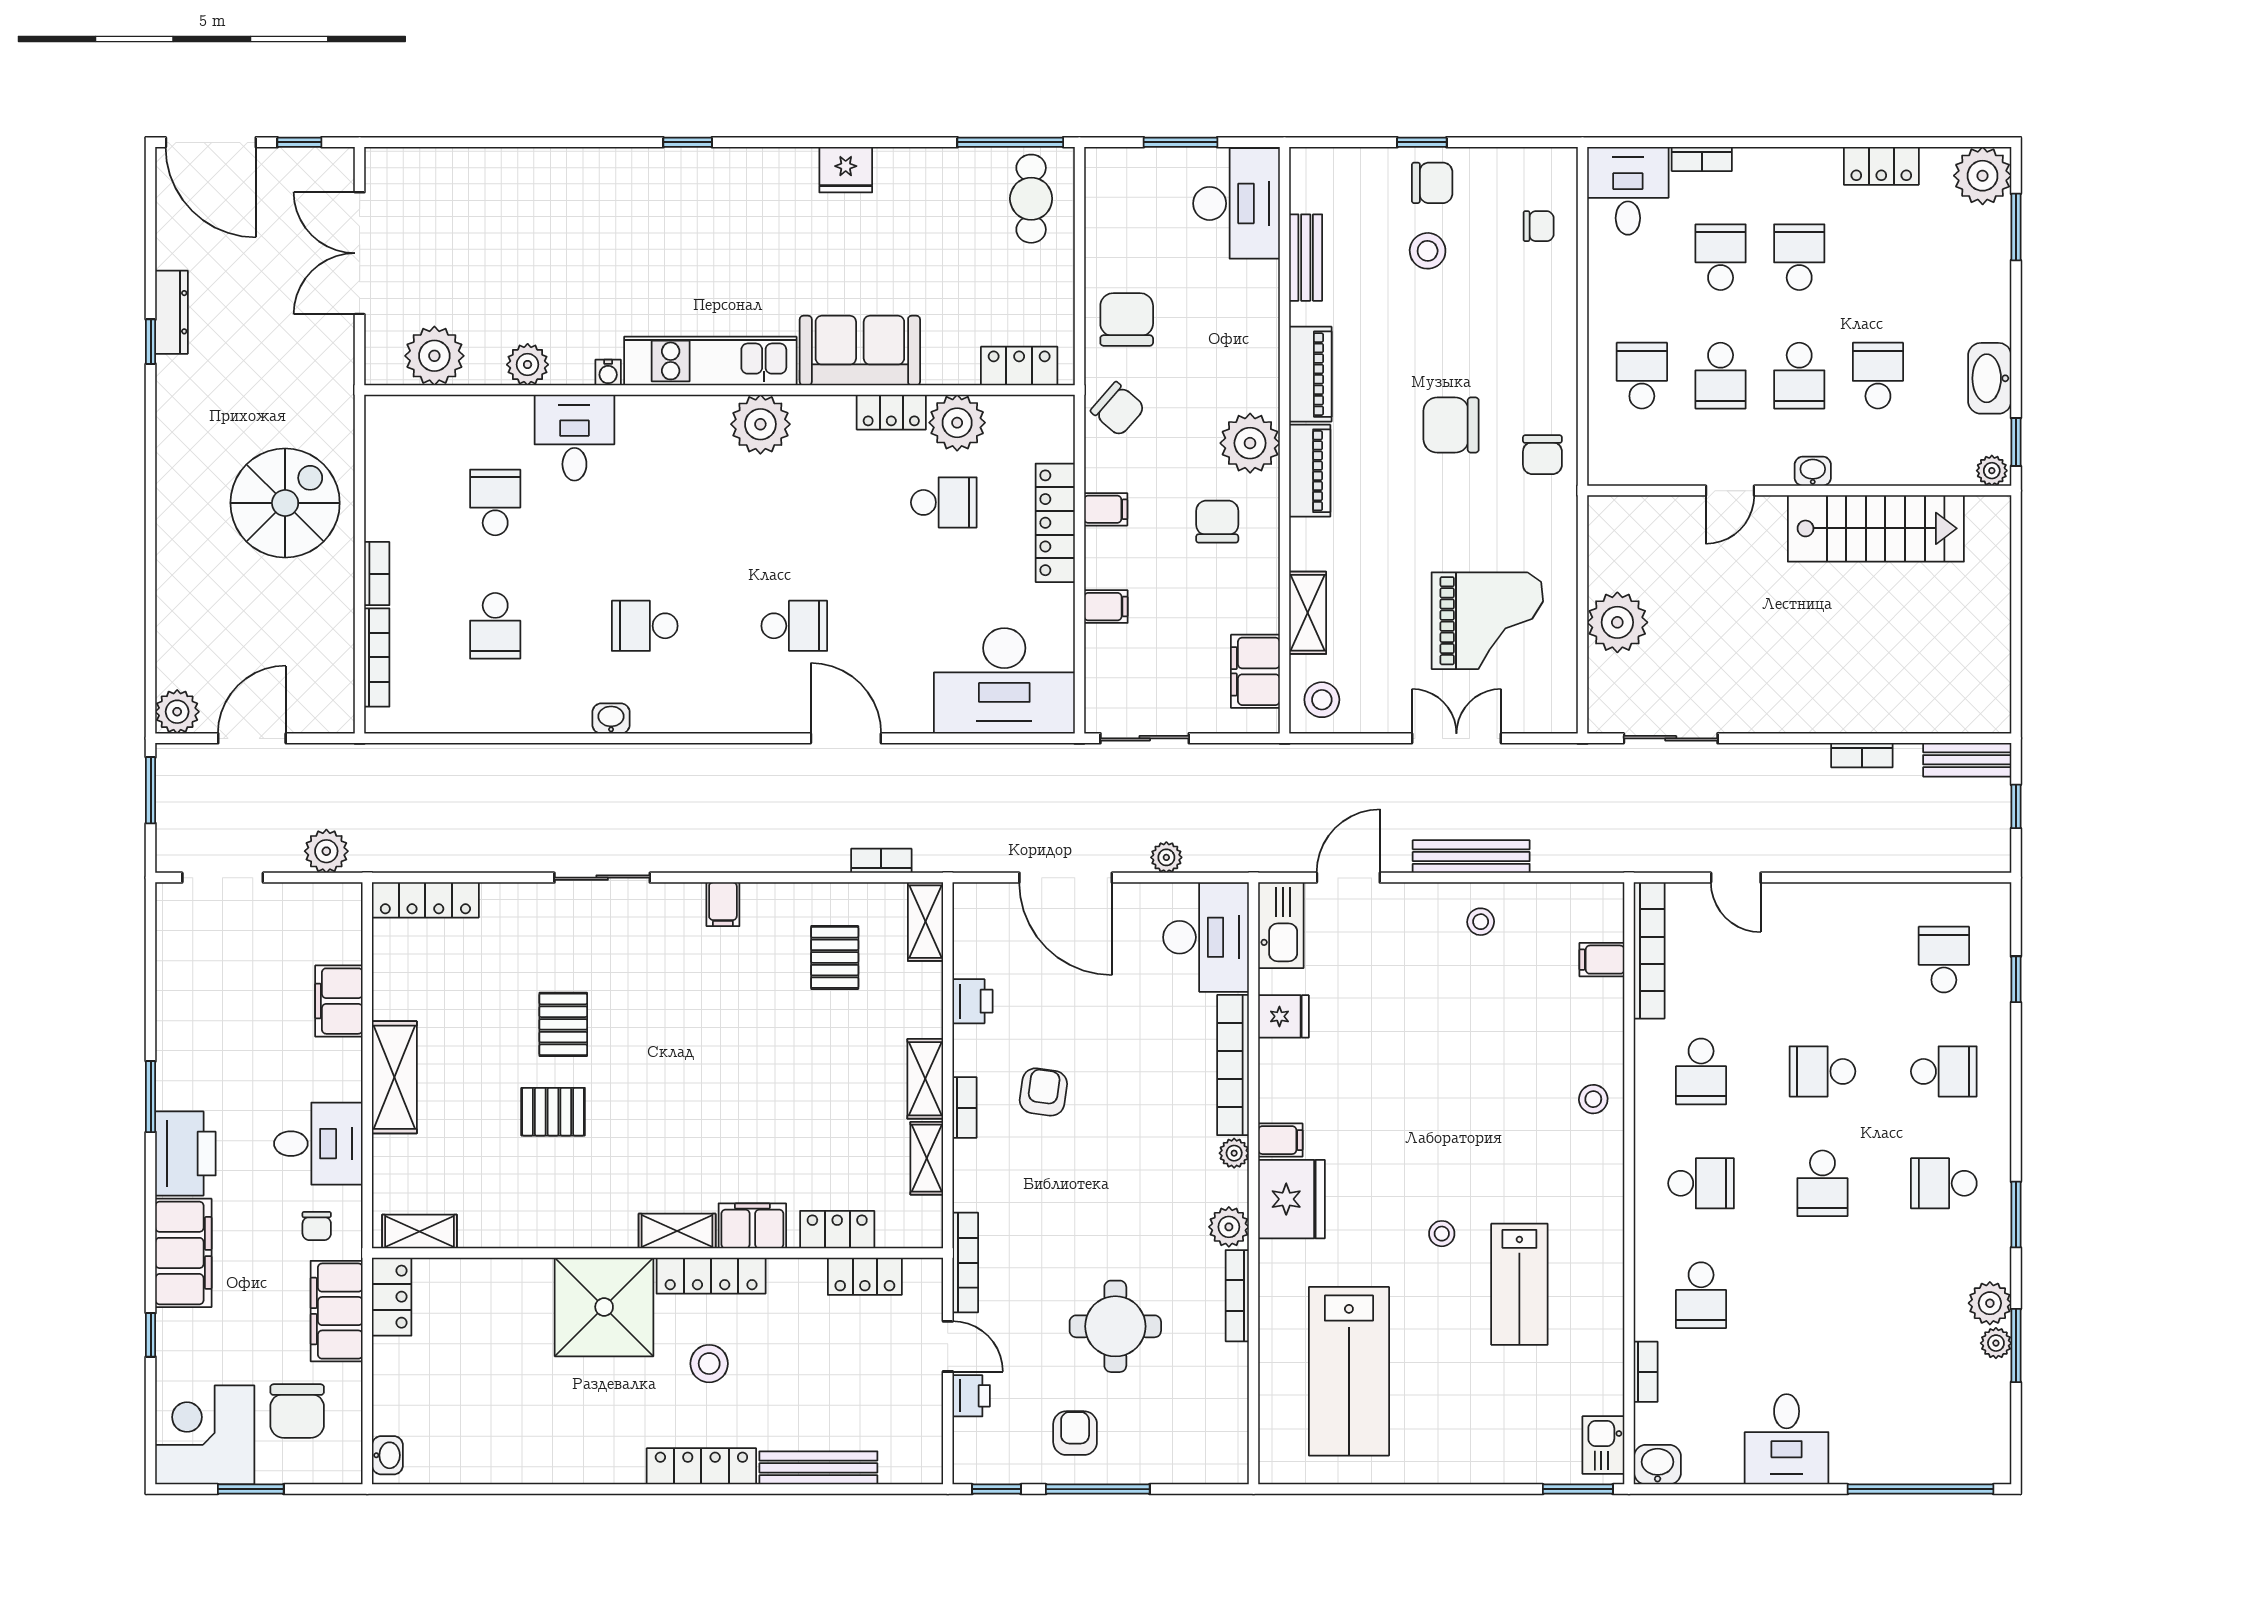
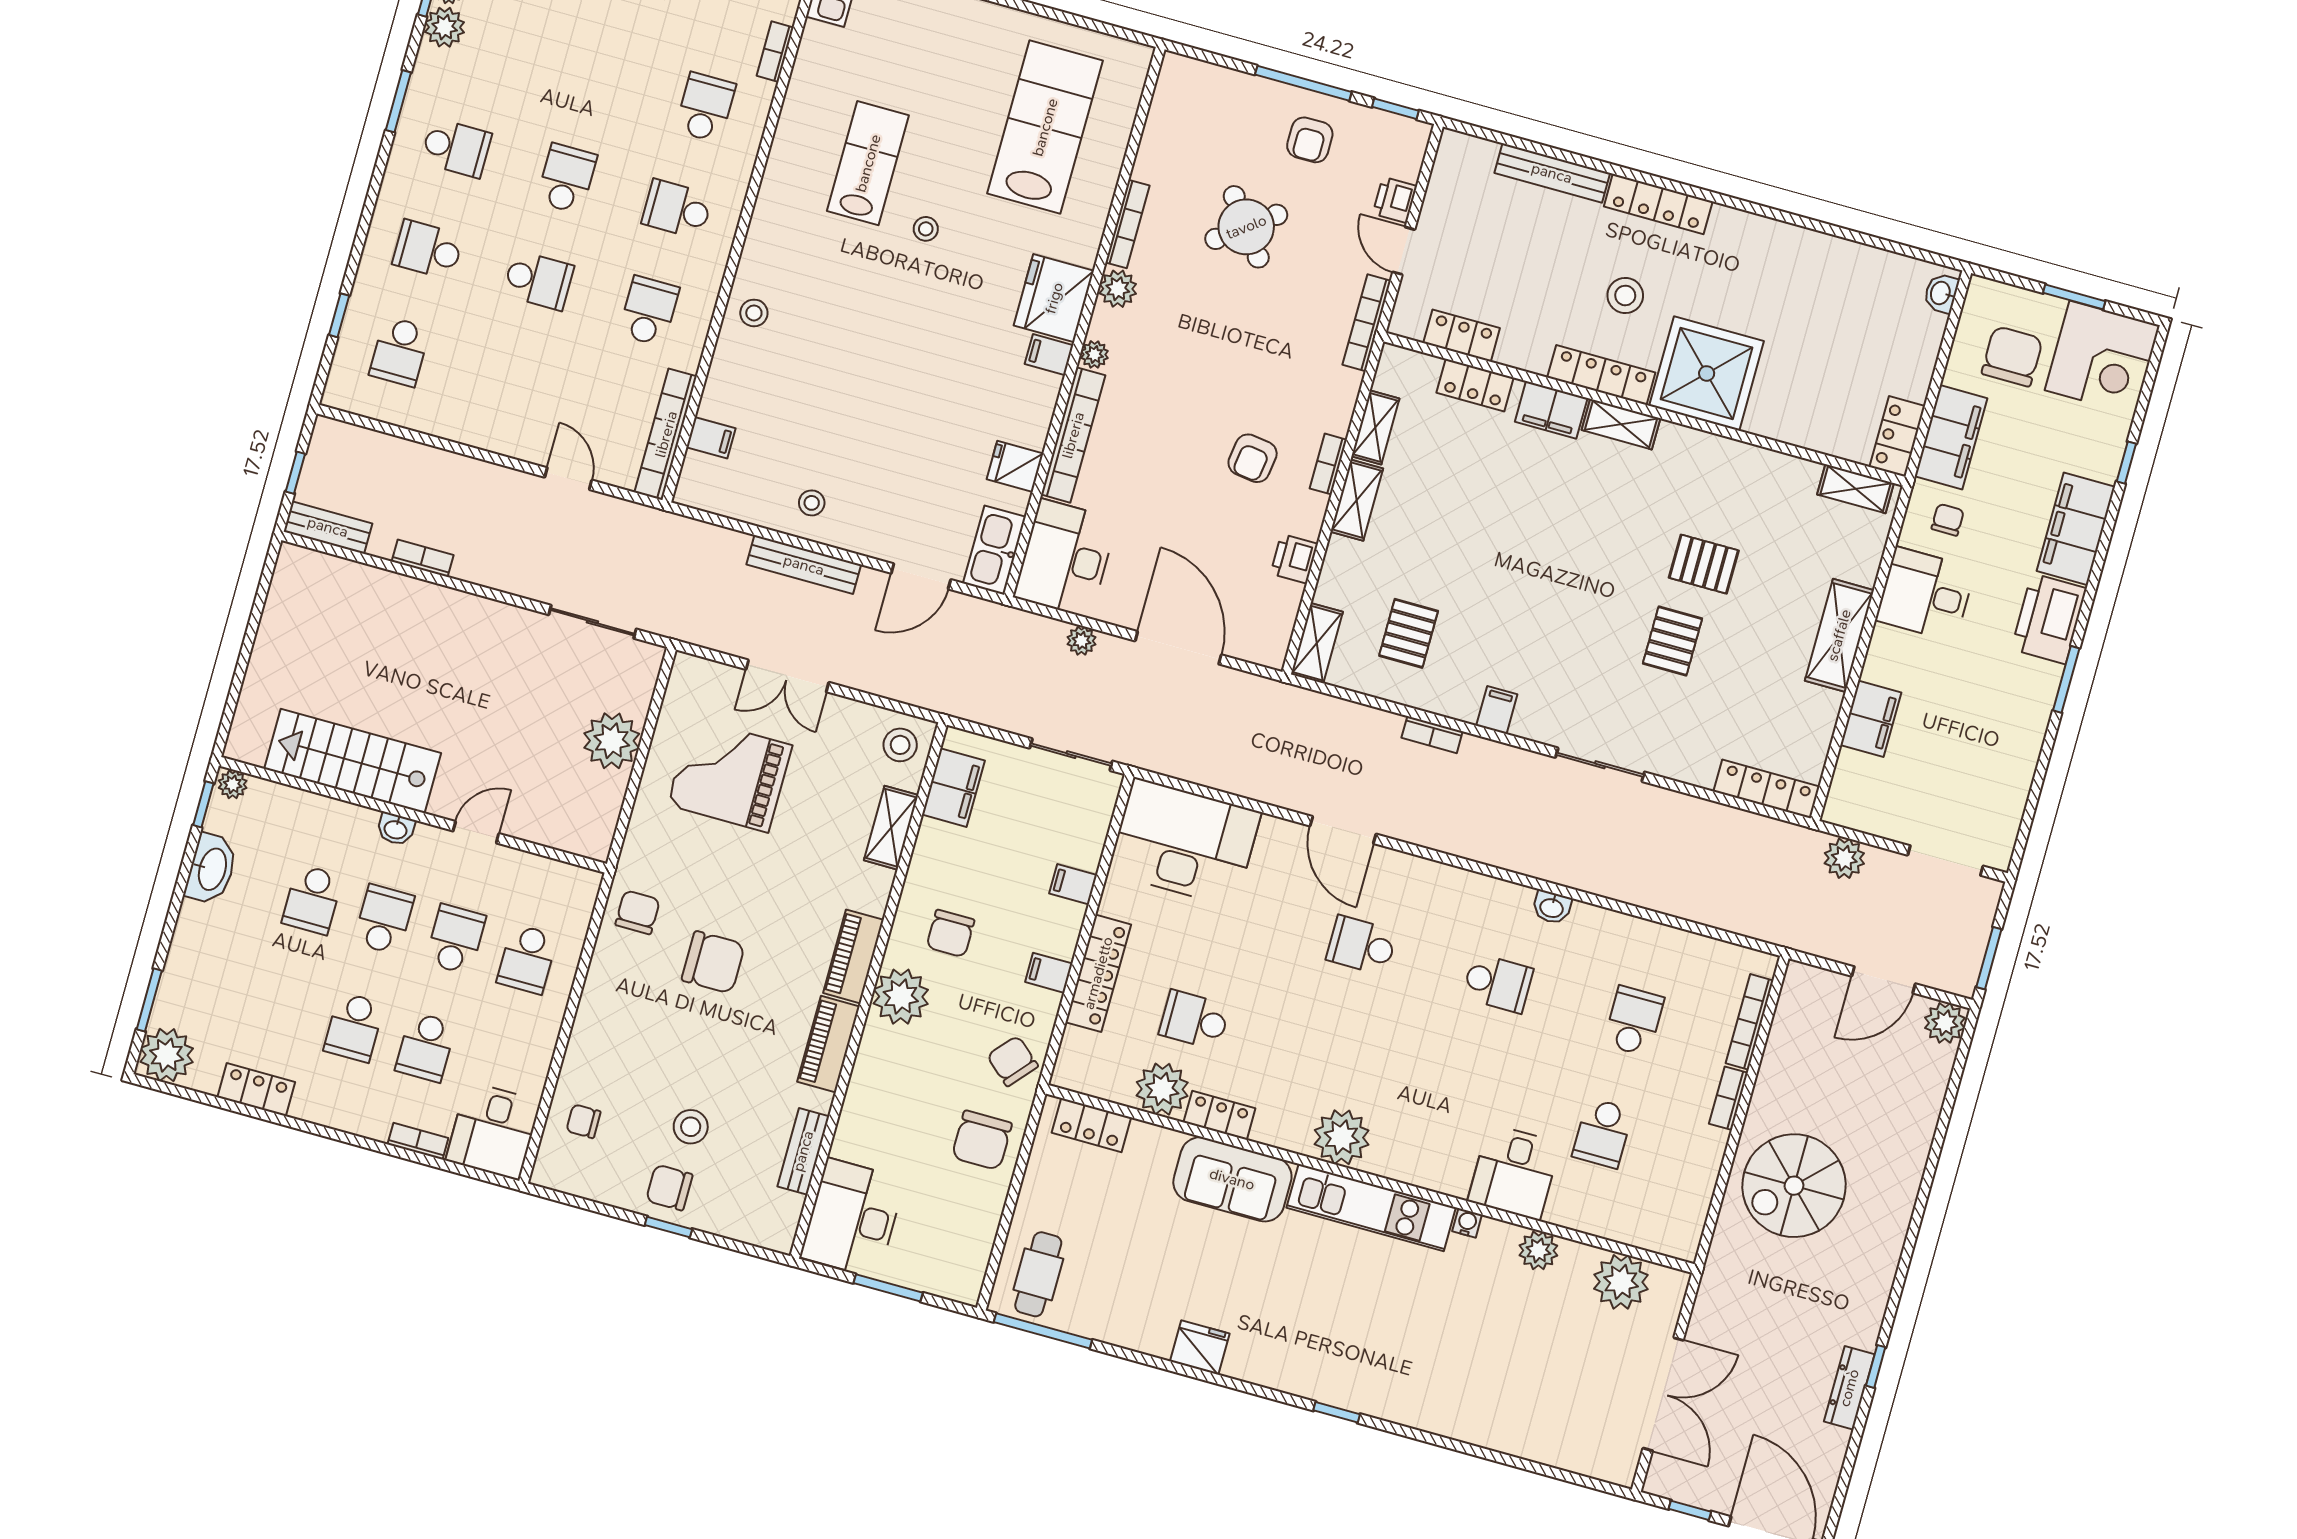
bookcase: (881, 861) -> (1432, 735), moved
round table: (1115, 1326) -> (1246, 227), turned -37

